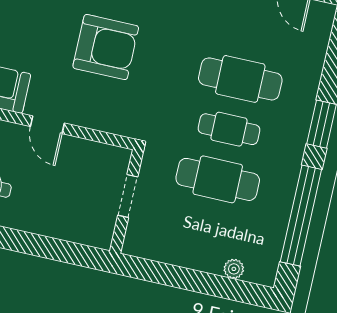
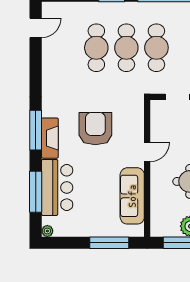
cafe table: (229, 129) -> (126, 48), width x1.37, depth x1.35

